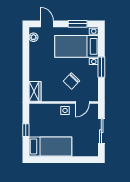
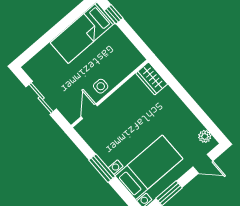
chair: (71, 81) -> (122, 125), removed
window: (26, 130) -> (114, 14), moved

